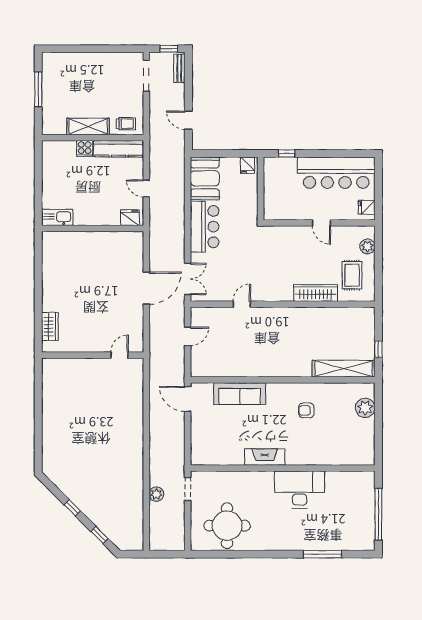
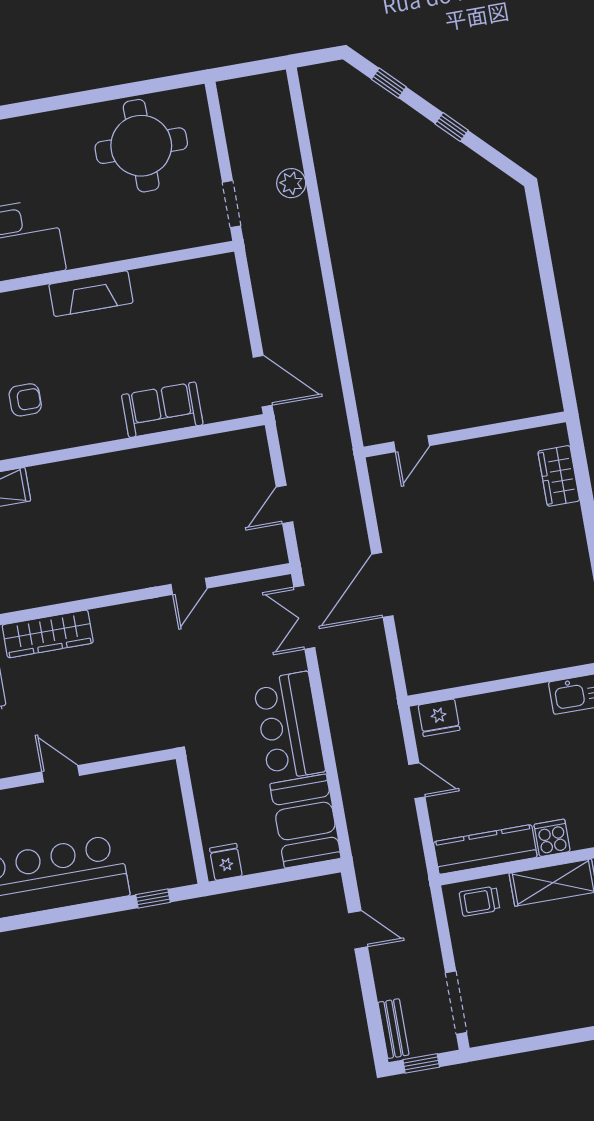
sofa: (240, 394) -> (162, 410), width x0.73

